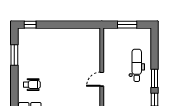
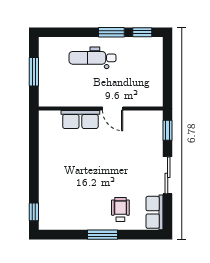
window: (14, 55) -> (102, 235), moved
row of seats: (94, 57) -> (80, 119), added

